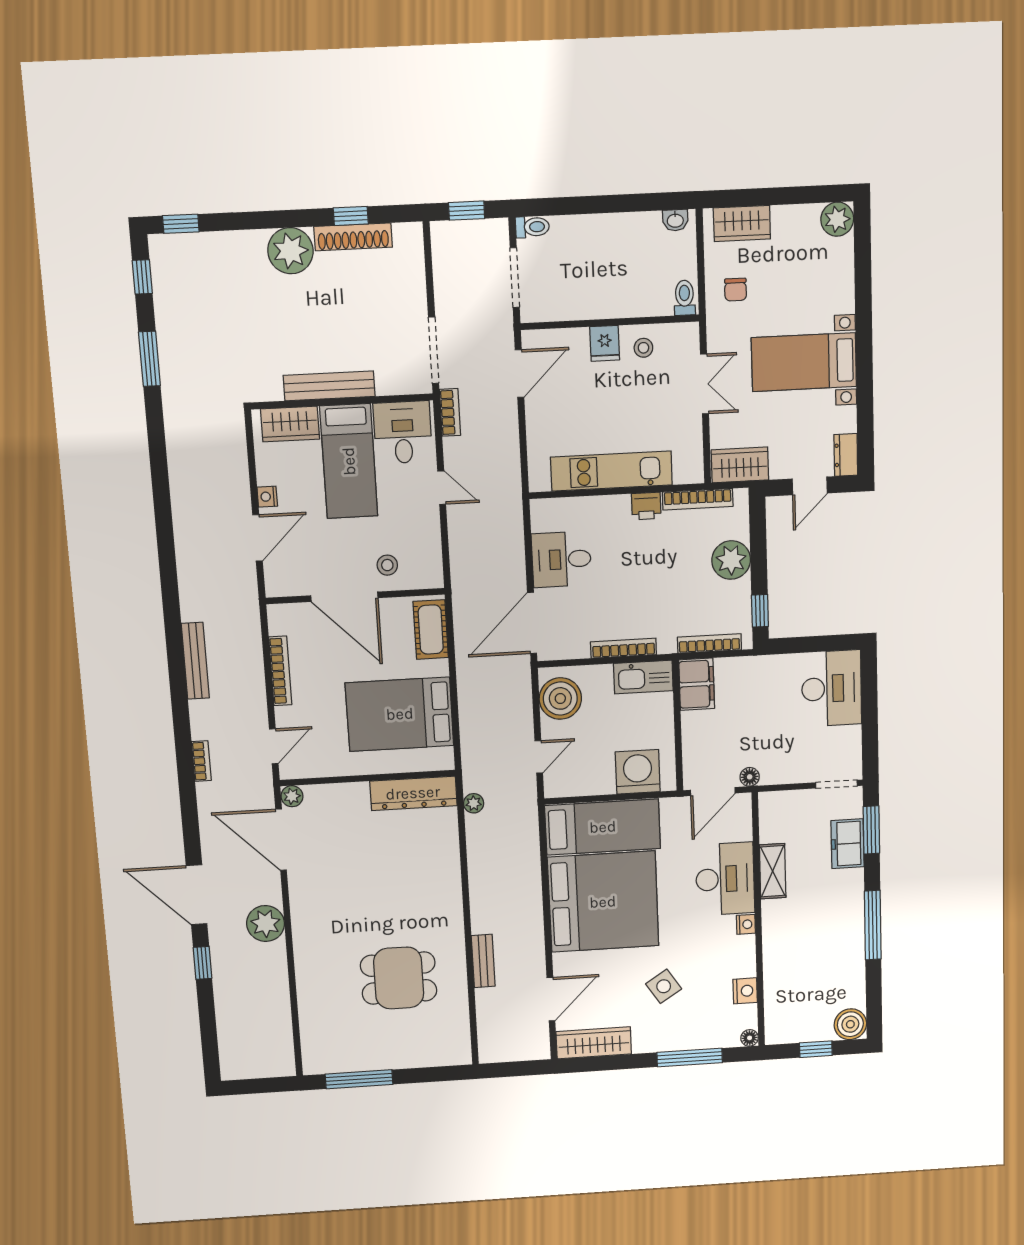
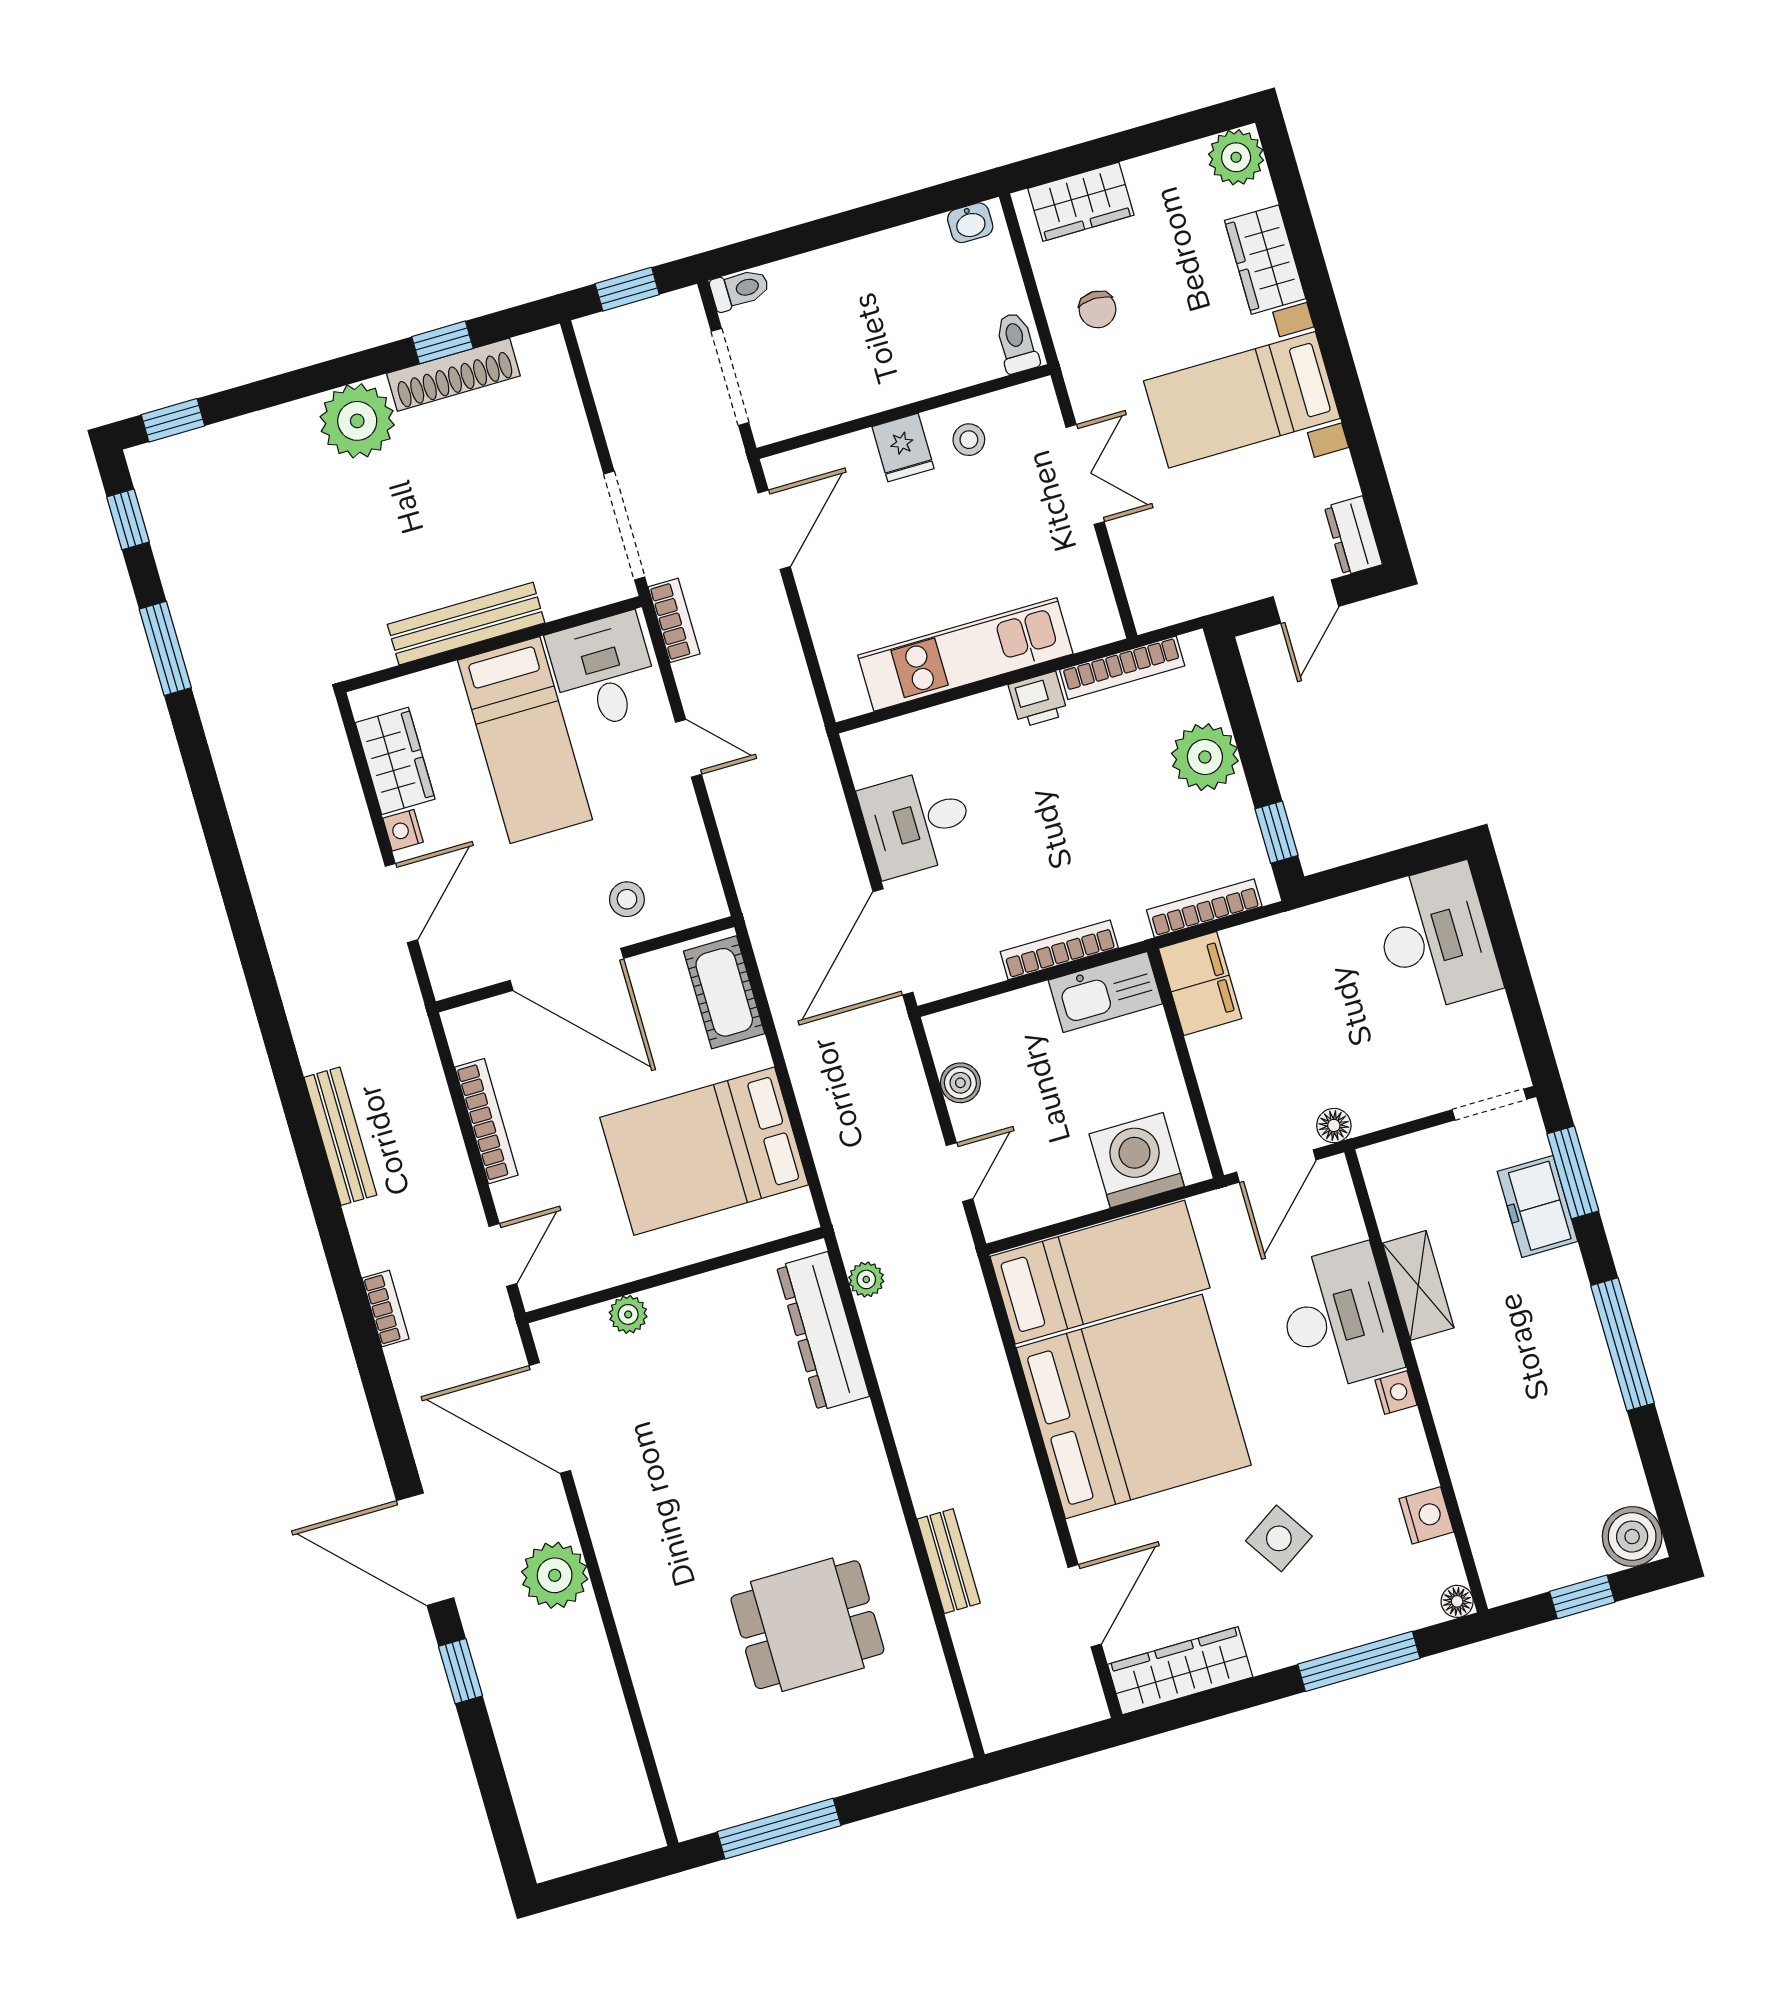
wardrobe: (290, 424) -> (395, 761), moved, turned -90
wardrobe: (740, 465) -> (1265, 260), moved, turned -90
boiler: (560, 698) -> (960, 1083), width x0.54, depth x0.54
dresser: (413, 793) -> (823, 1331), moved, turned 90
plant: (292, 796) -> (628, 1314), moved

